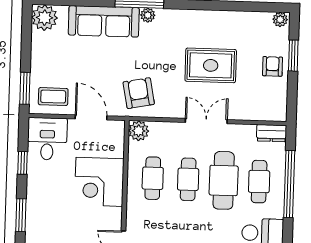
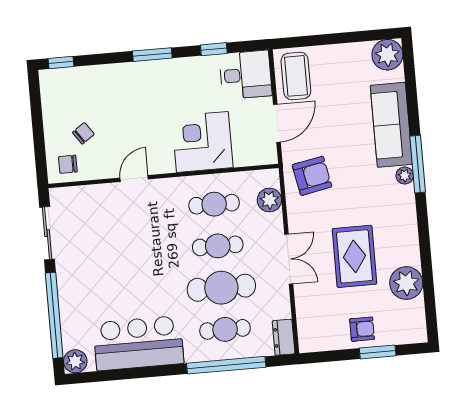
plant: (280, 19) -> (406, 283), moved, width x1.88, depth x1.88
window: (25, 88) -> (302, 41), removed
coffee table: (53, 97) -> (296, 76), width x1.36, depth x1.30
plant: (139, 131) -> (269, 200), moved

